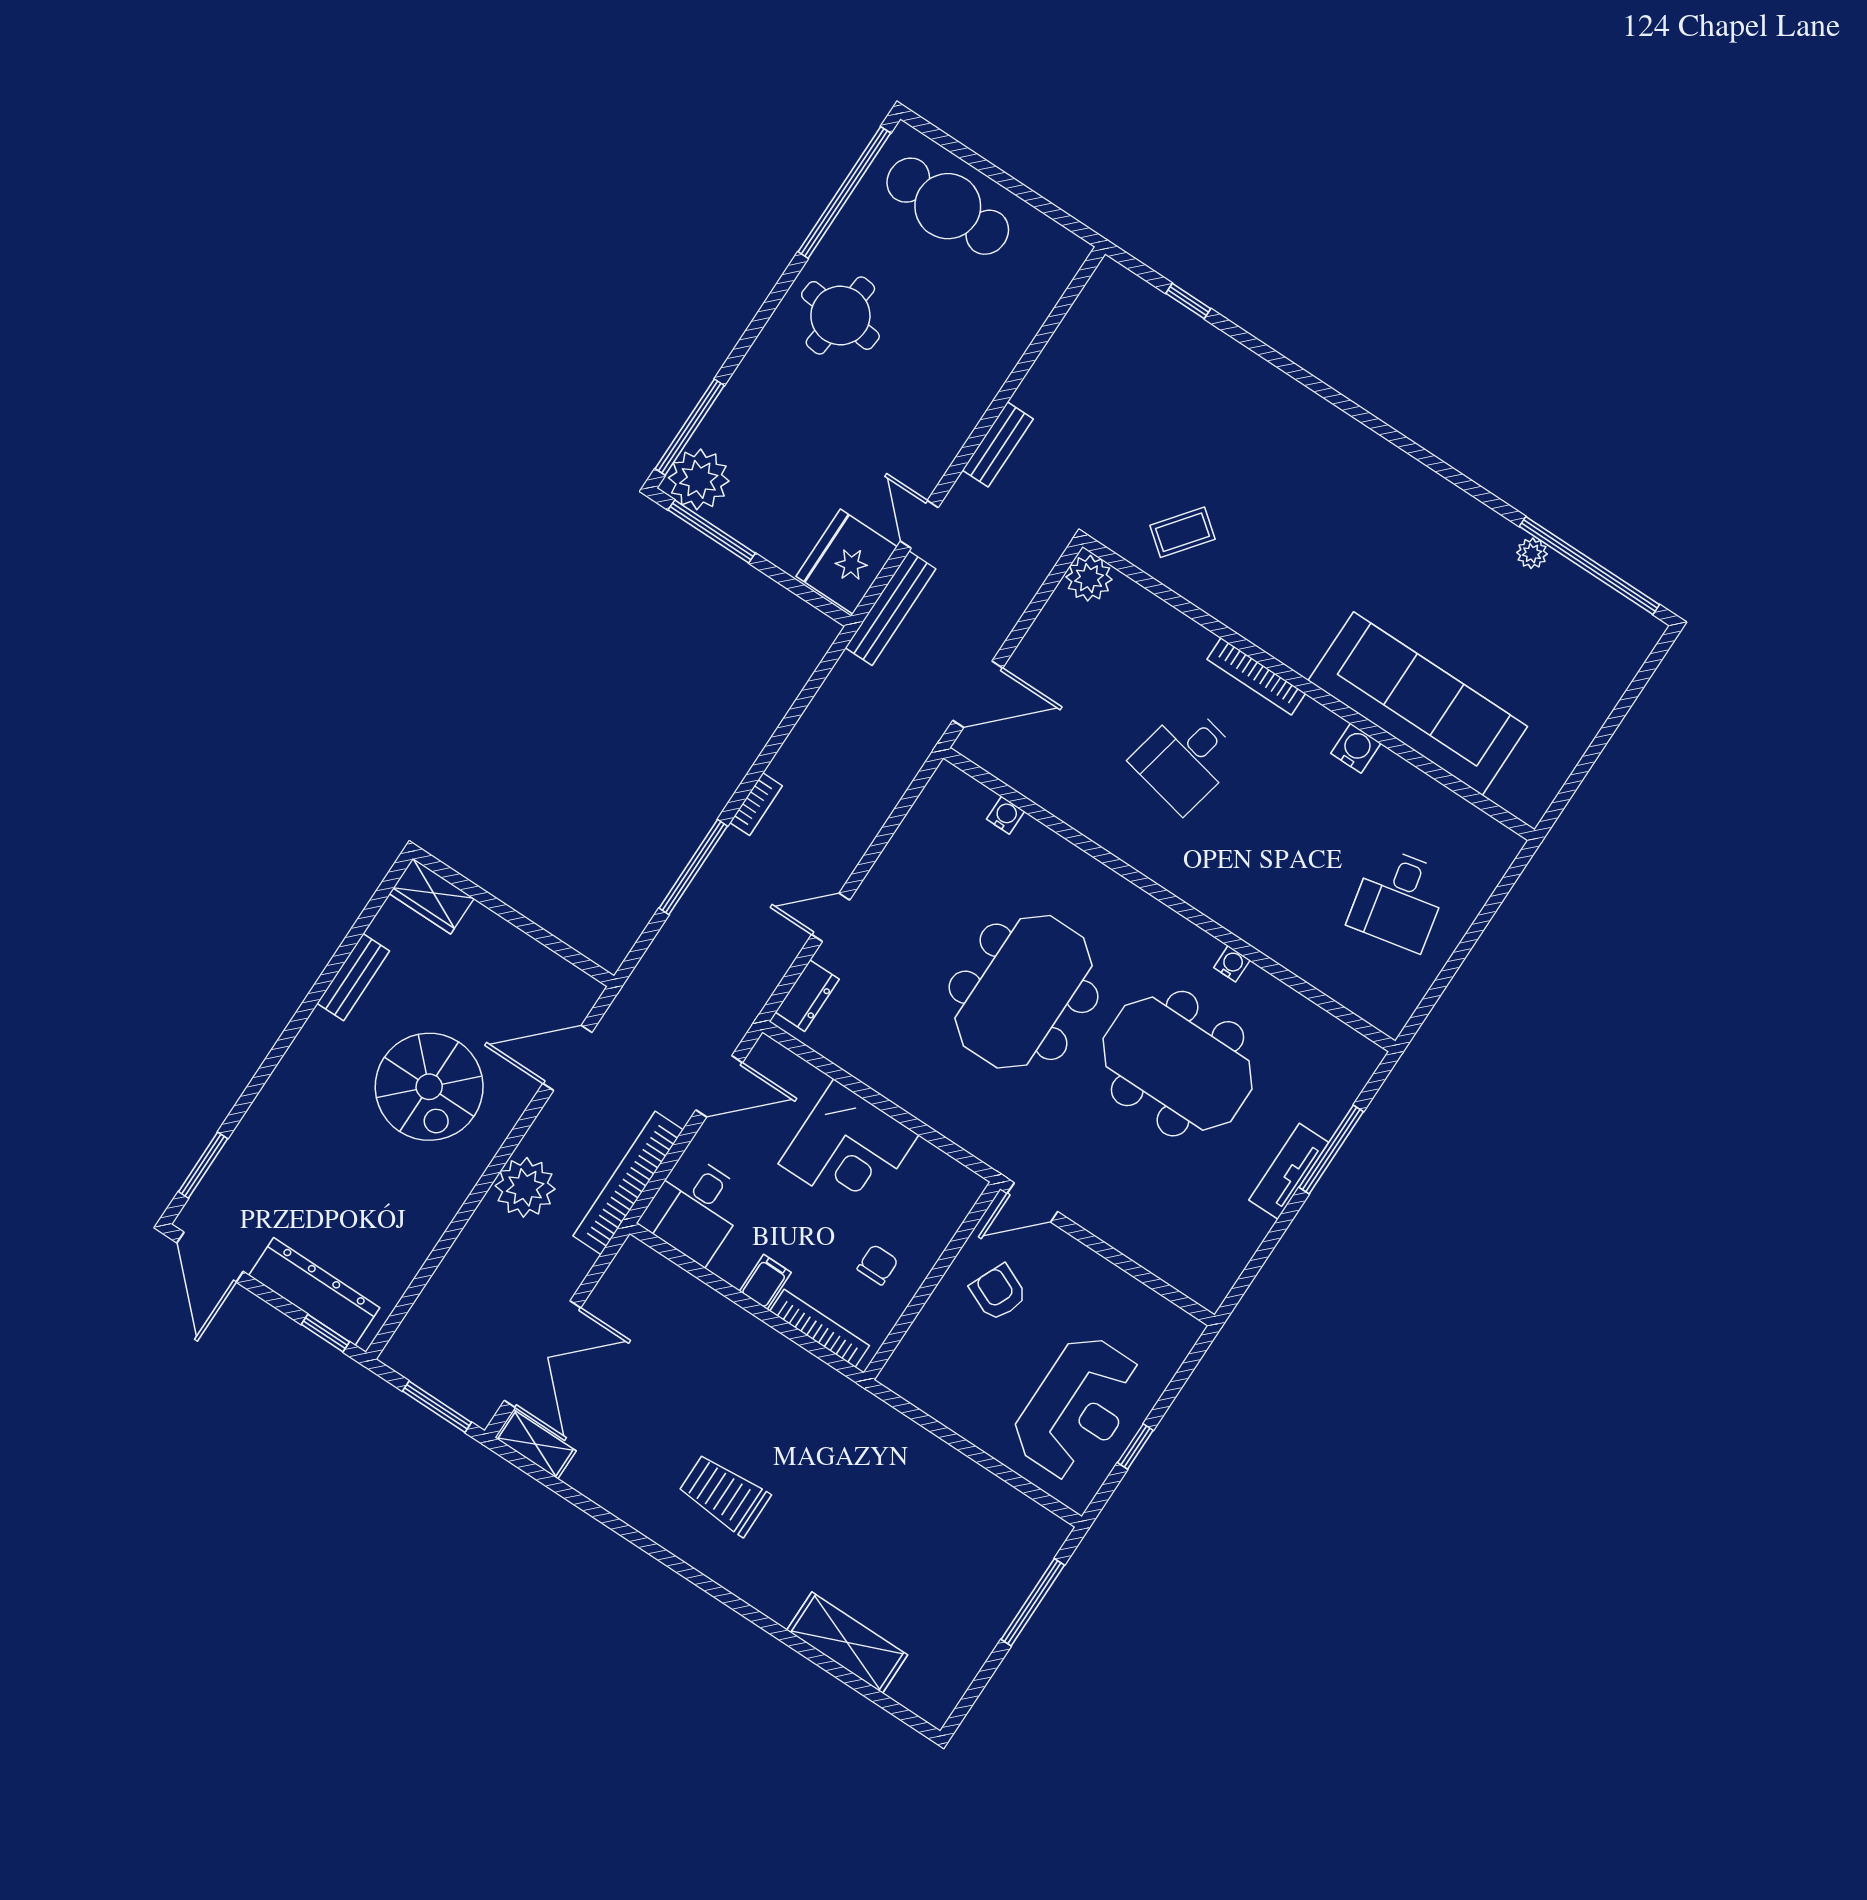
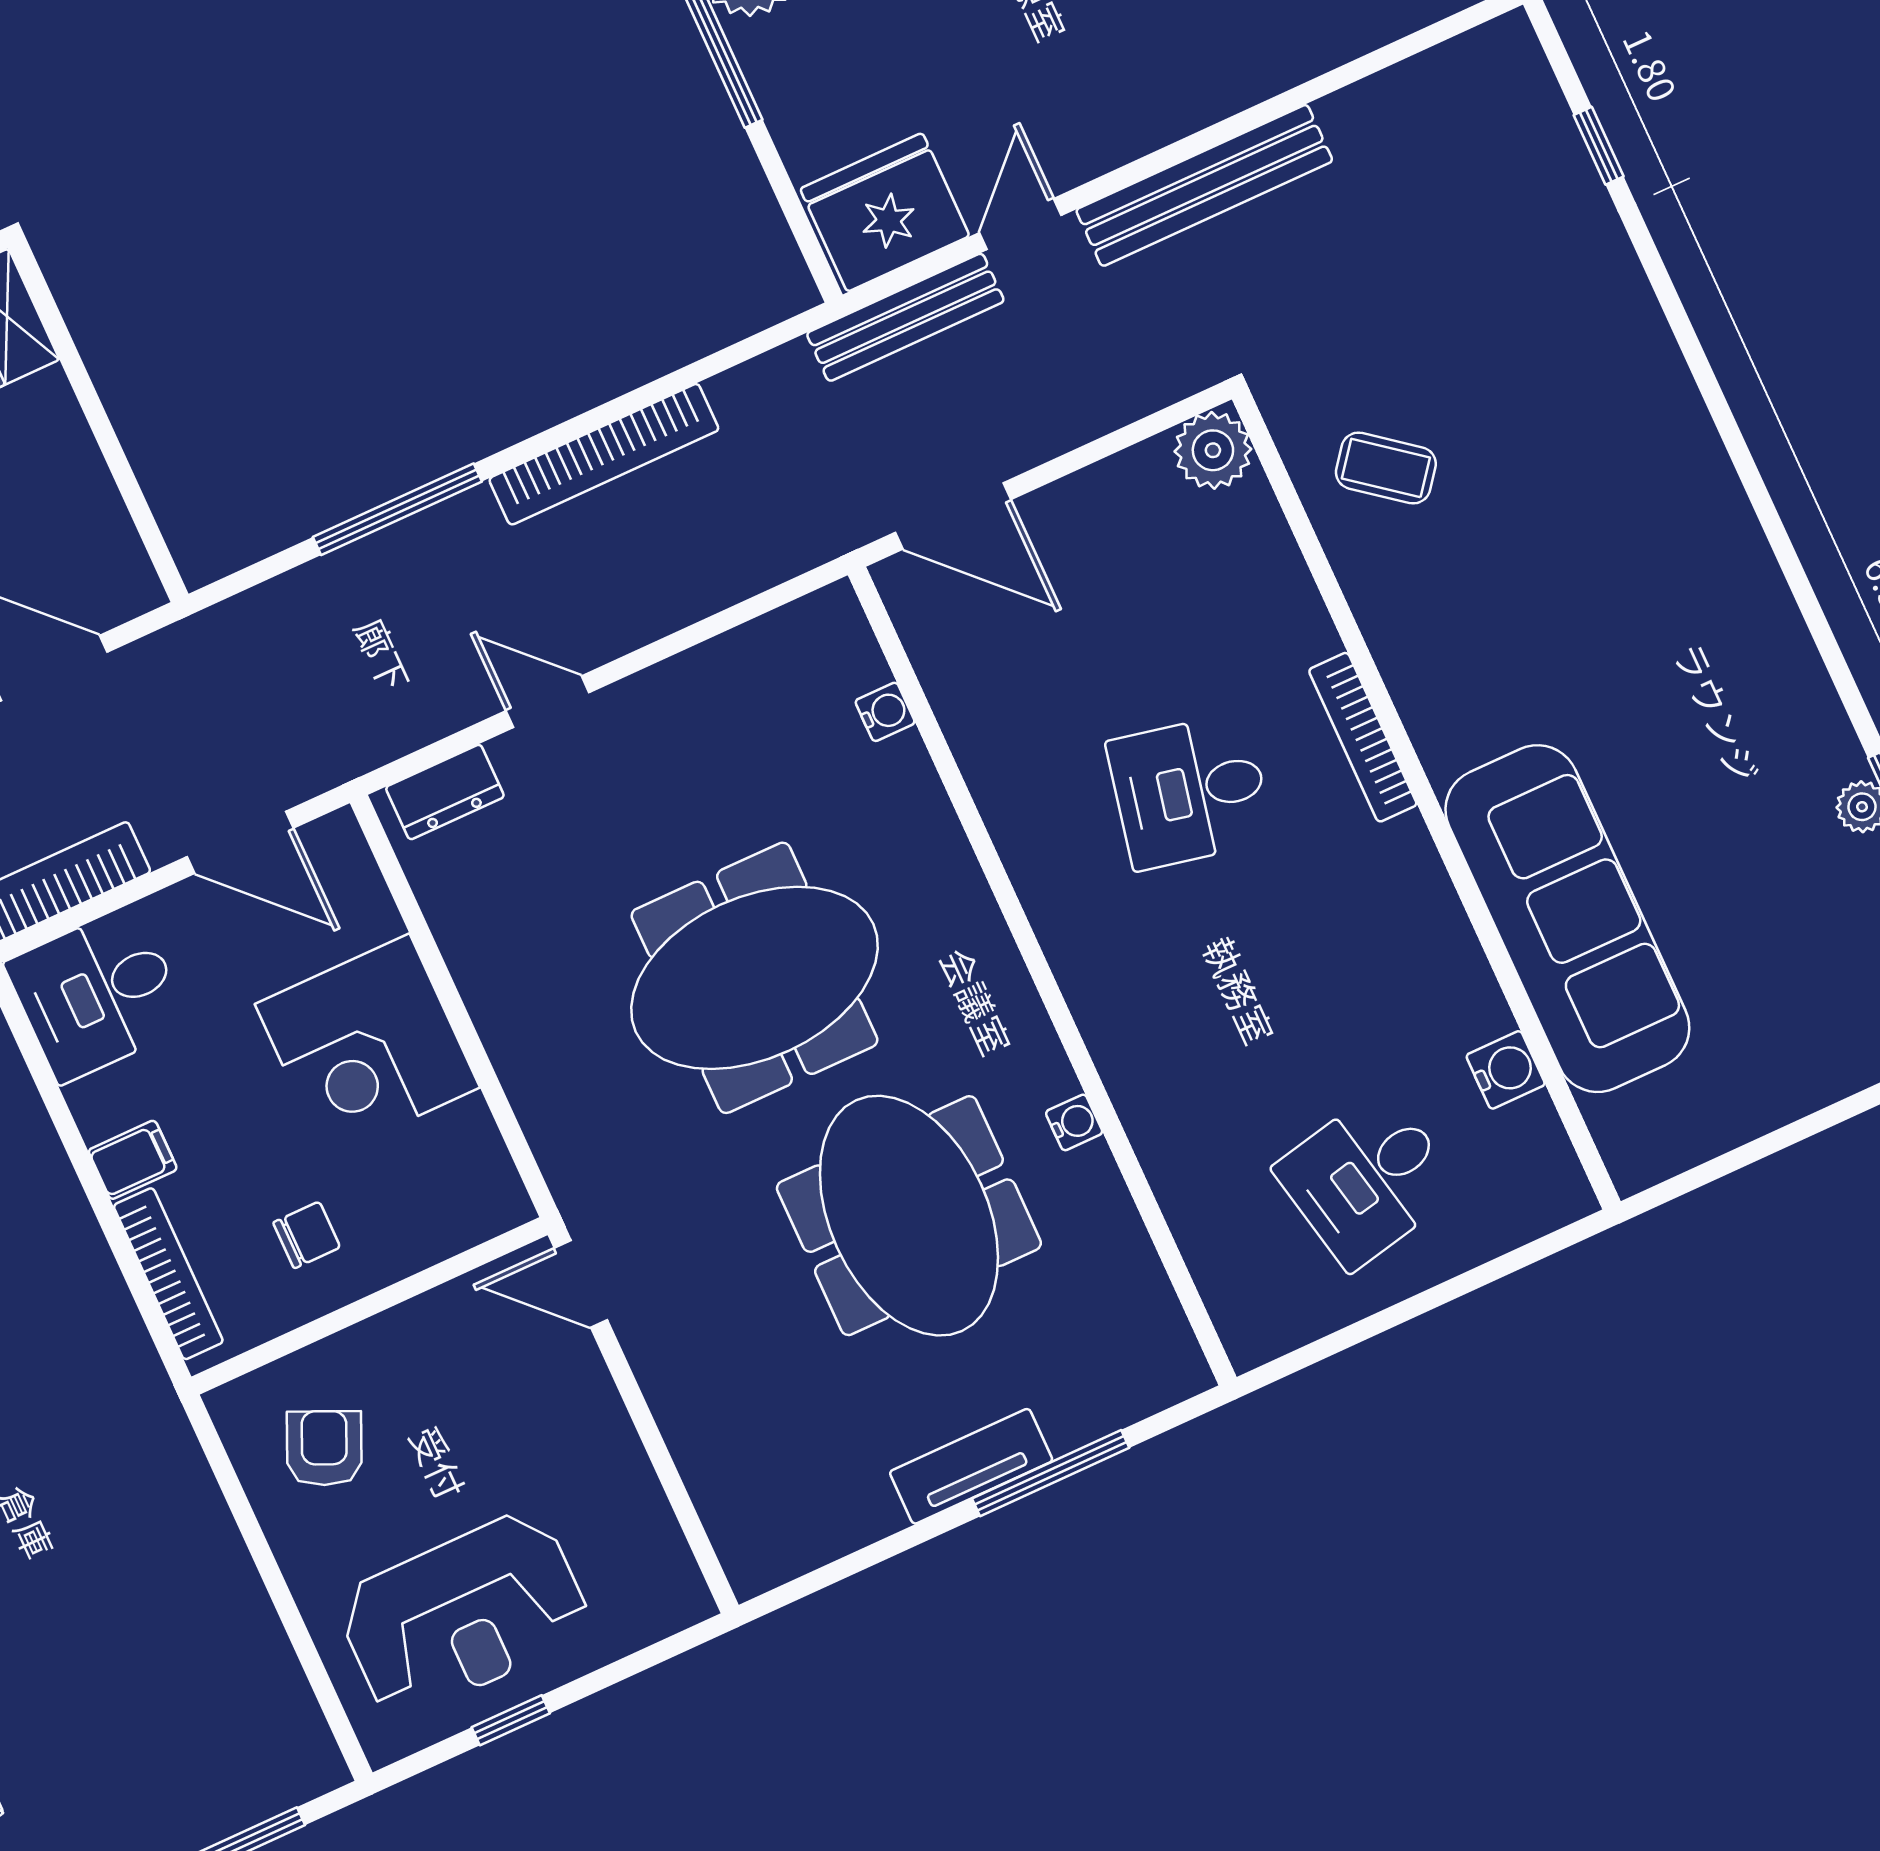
bench: (998, 444) -> (1204, 185), width x1.86, depth x1.21
water cooler: (1356, 748) -> (1506, 1070), moved
bookcase: (756, 804) -> (604, 454), width x2.31, depth x1.31
armchair: (998, 1293) -> (324, 1448), moved

